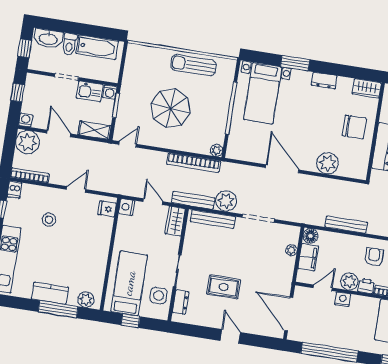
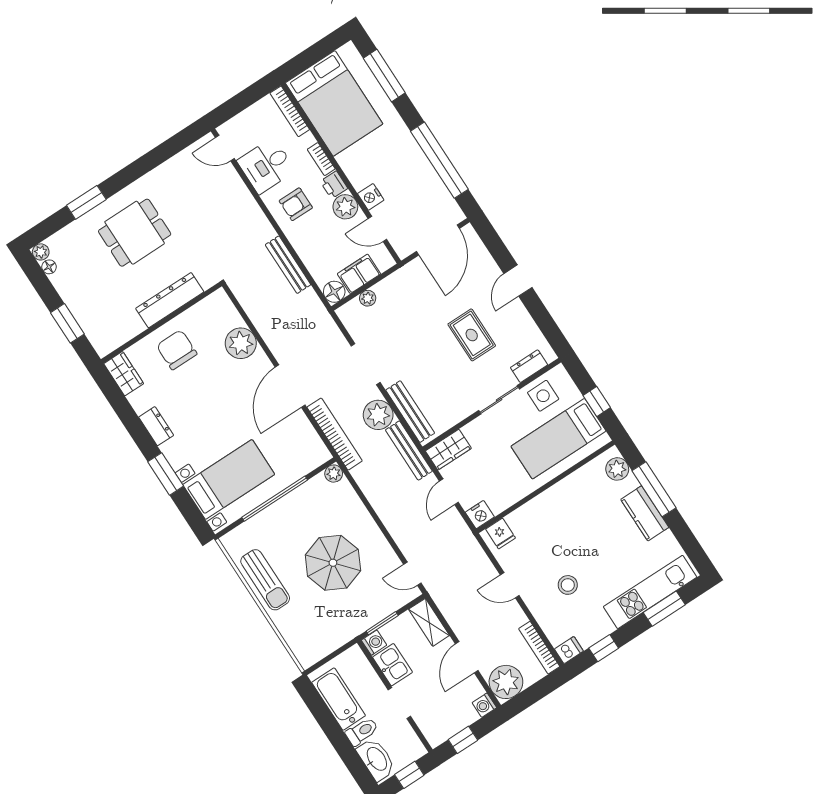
bookcase: (194, 163) -> (335, 434), moved

